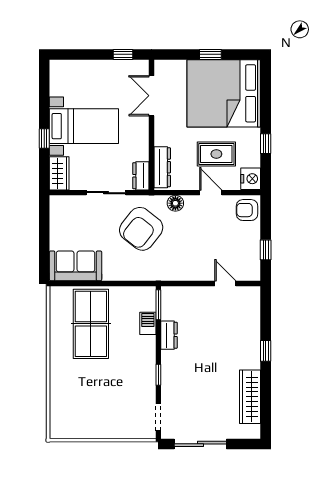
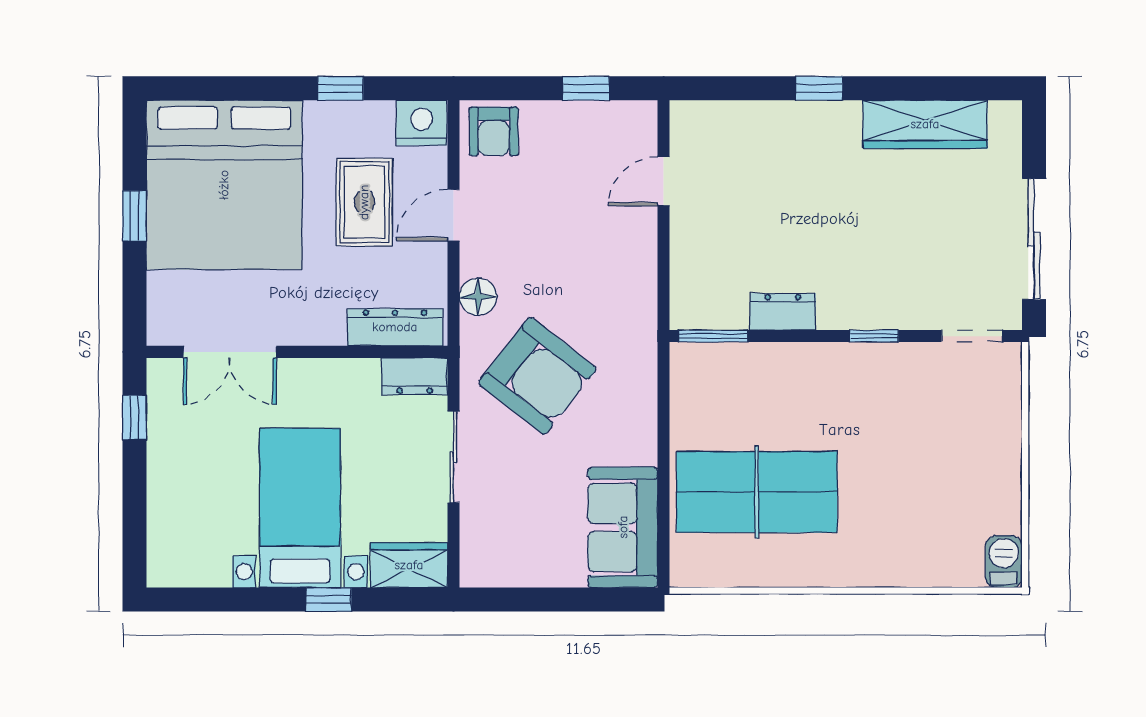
barbecue: (148, 323) -> (1004, 562), moved, turned 90

